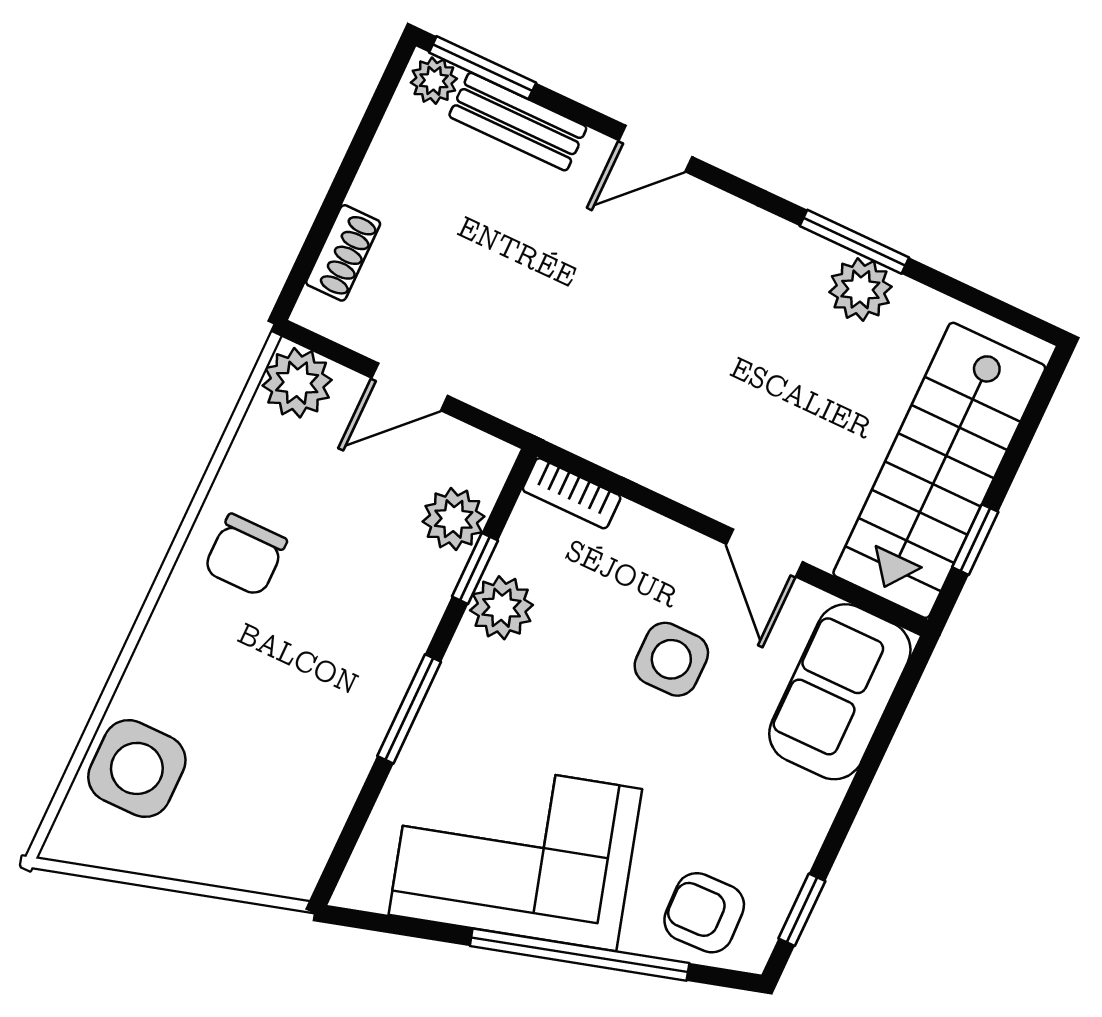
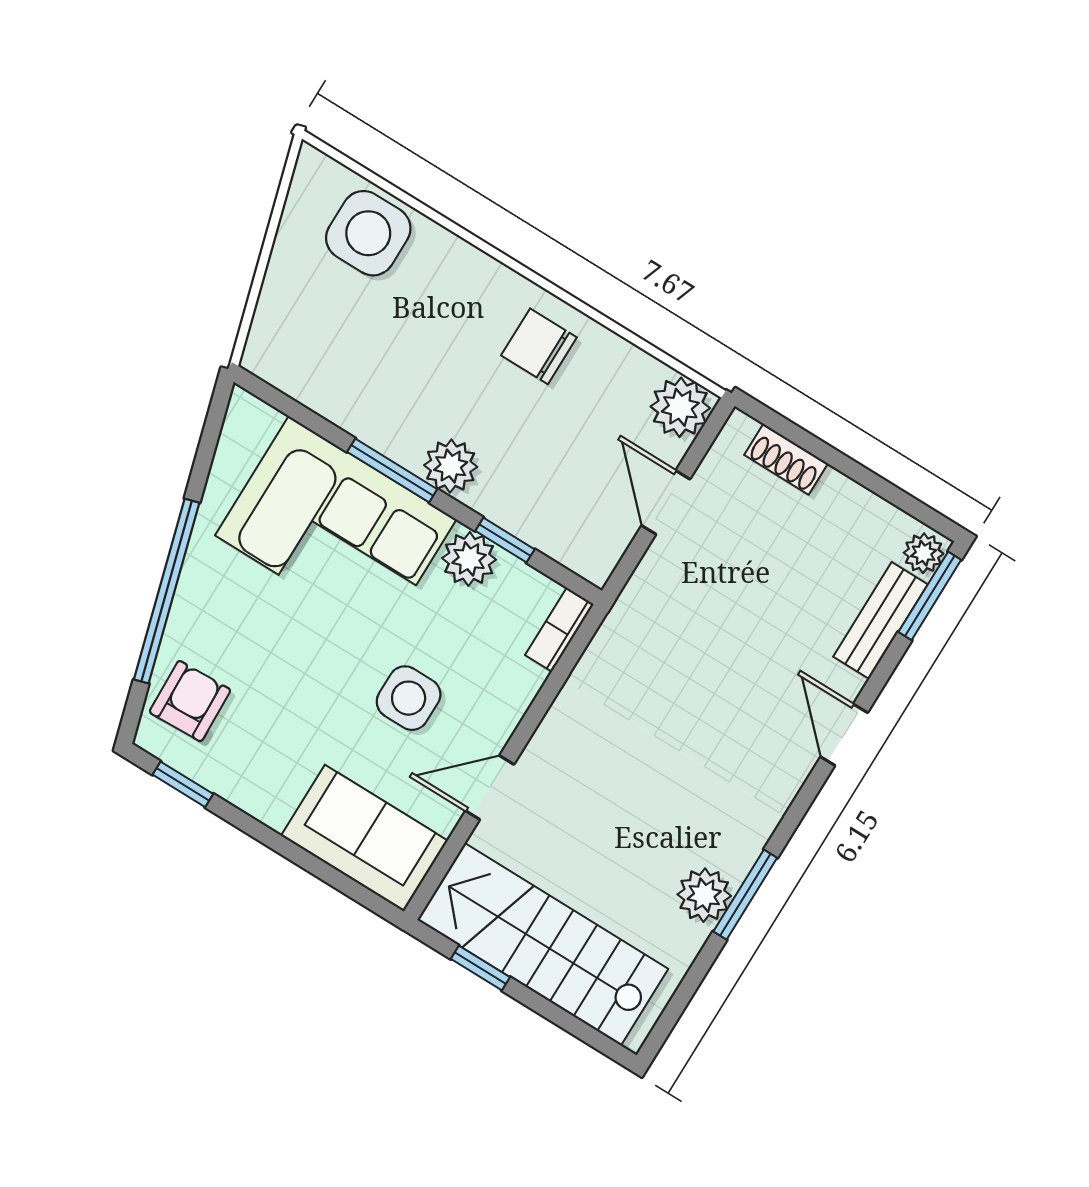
plant: (454, 519) -> (451, 466), moved
corner sofa: (515, 852) -> (336, 527), moved, turned 106

